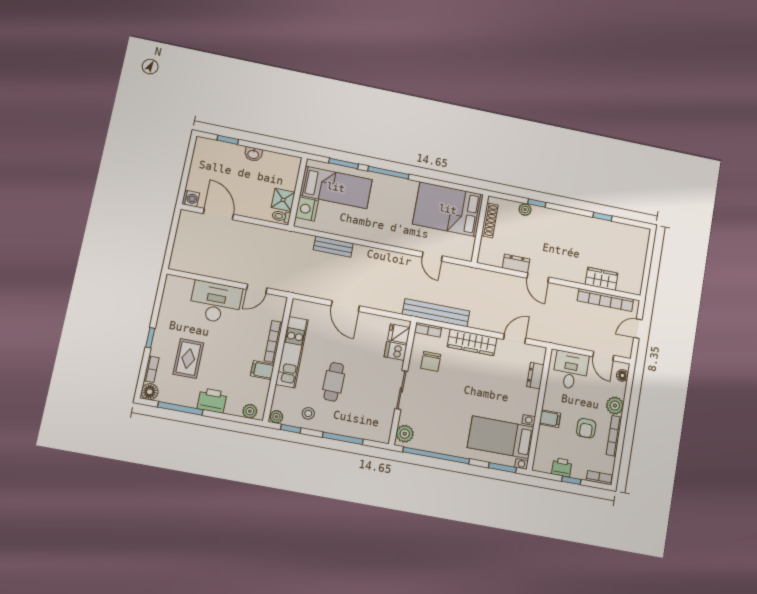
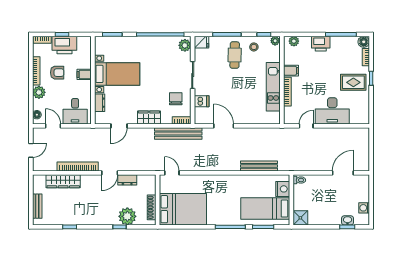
washbasin: (253, 154) -> (348, 220), moved
washing machine: (191, 198) -> (364, 208), moved
shower: (283, 200) -> (300, 218), moved
plant: (525, 209) -> (127, 216), width x1.88, depth x1.88
door: (218, 214) -> (343, 173), swing flipped
bench: (333, 247) -> (259, 166), width x1.36
bench: (641, 253) -> (37, 206), added
door: (432, 257) -> (172, 173), moved
door: (538, 278) -> (110, 173), swing flipped
wardrobe: (602, 279) -> (63, 181), width x1.50
bookcase: (605, 300) -> (78, 166), moved
door: (345, 306) -> (224, 126), moved
fridge: (399, 334) -> (202, 42), moved
wardrobe: (472, 342) -> (149, 118), width x0.67
rug: (188, 359) -> (353, 82), moved, turned 90
cafe table: (334, 382) -> (235, 55), moved
armchair: (586, 428) -> (57, 73), turned 90
bed with nightstands: (501, 437) -> (117, 74), moved
printer: (562, 467) -> (64, 45), width x1.87, depth x1.48

